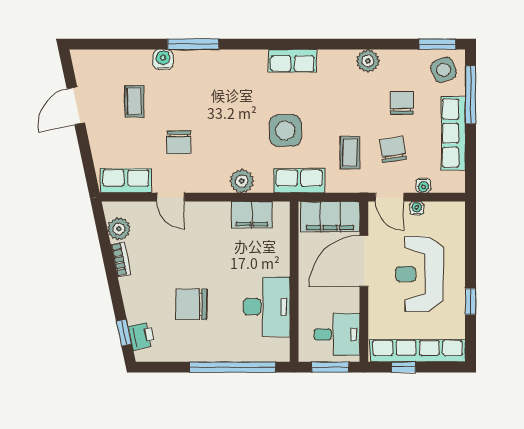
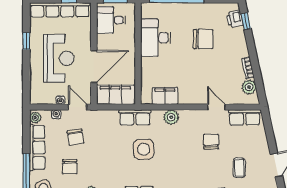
coffee table: (350, 153) -> (103, 135), removed
plant: (456, 181) -> (35, 118), added

